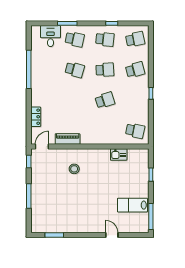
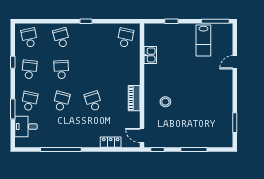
school desk: (105, 100) -> (93, 101), moved
piano: (68, 139) -> (134, 98), moved

